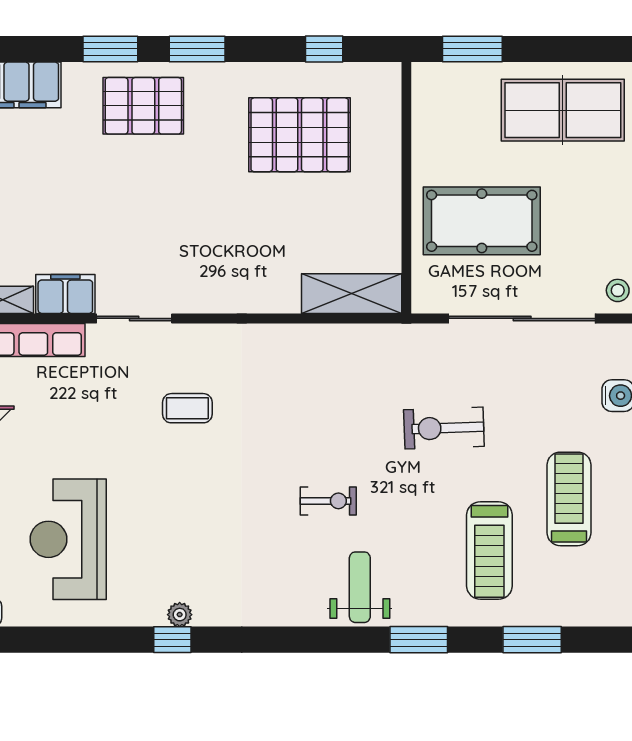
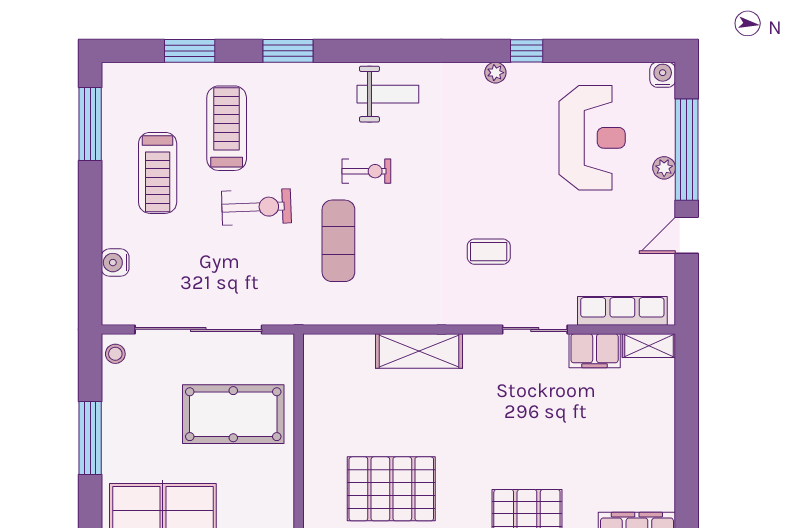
shelving: (352, 294) -> (419, 351), moved
exercise mat: (361, 421) -> (338, 241), added
exercise bike: (444, 428) -> (256, 207), moved
exercise bike: (328, 501) -> (366, 171), turned 180
weight bench: (360, 587) -> (388, 94), moved, turned -90
window: (172, 640) -> (527, 51), moved

